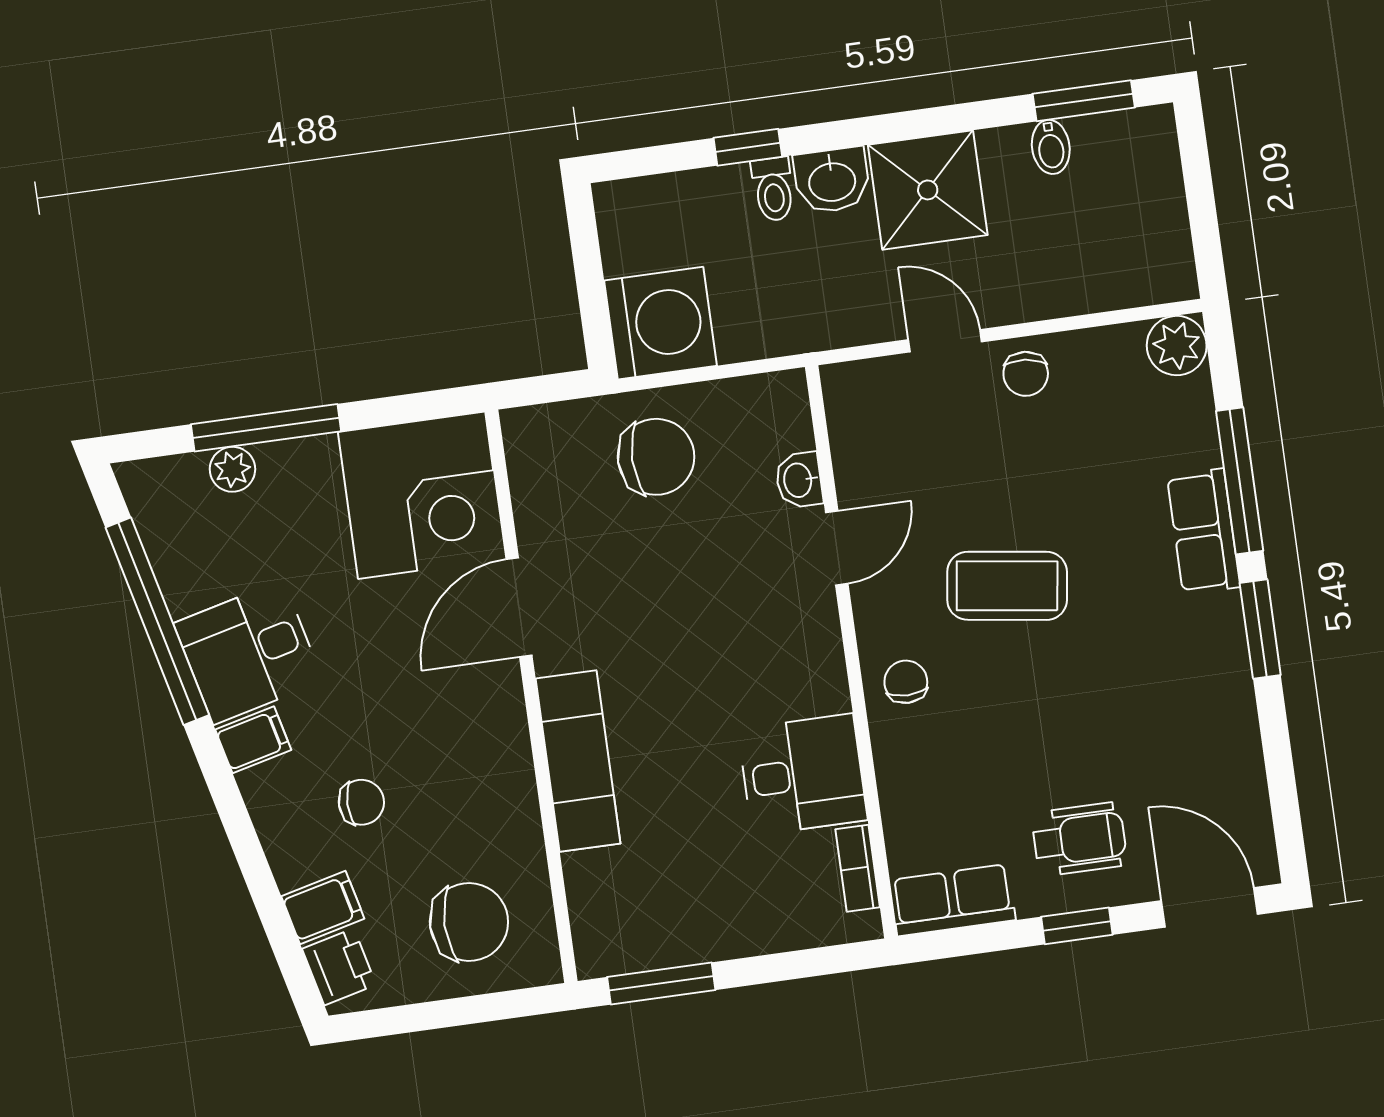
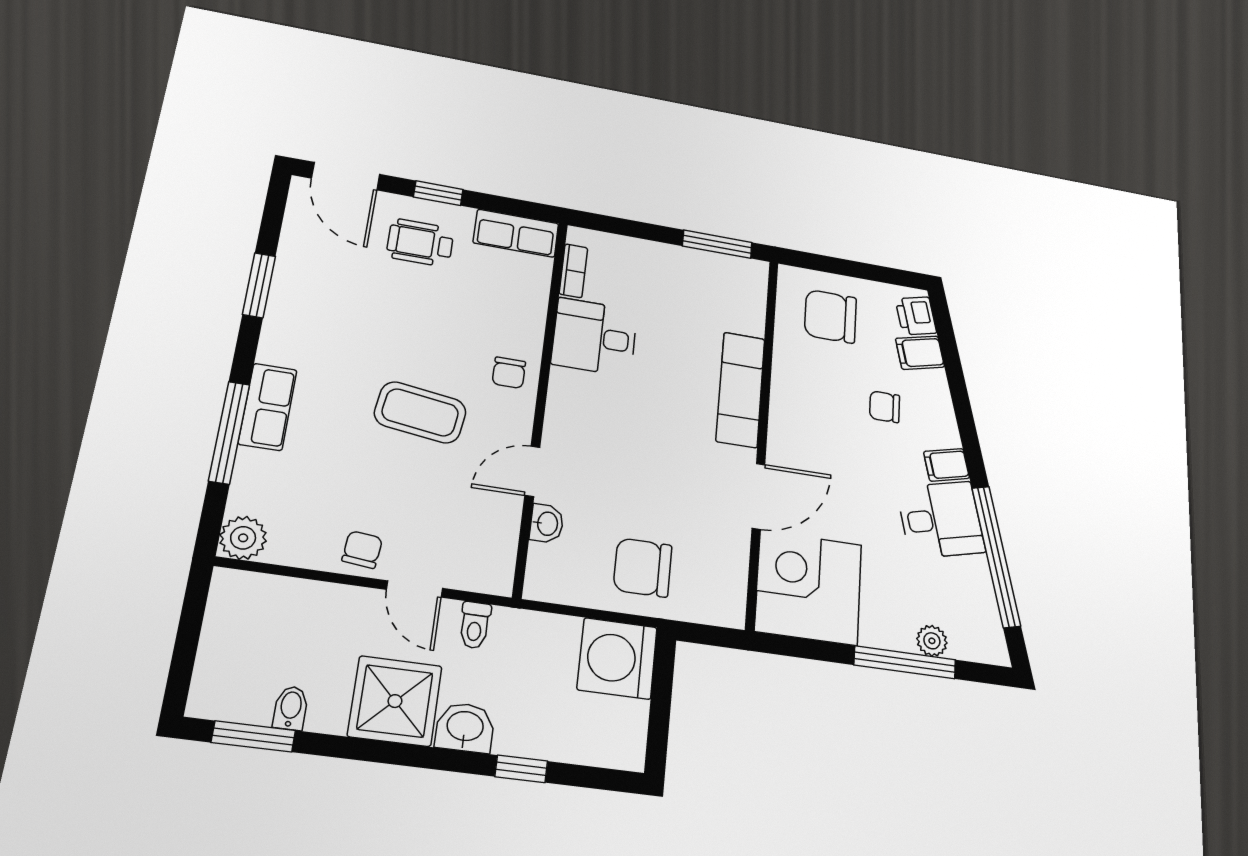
toilet: (773, 189) -> (475, 625), moved, turned 180
window: (1260, 629) -> (259, 285), moved

